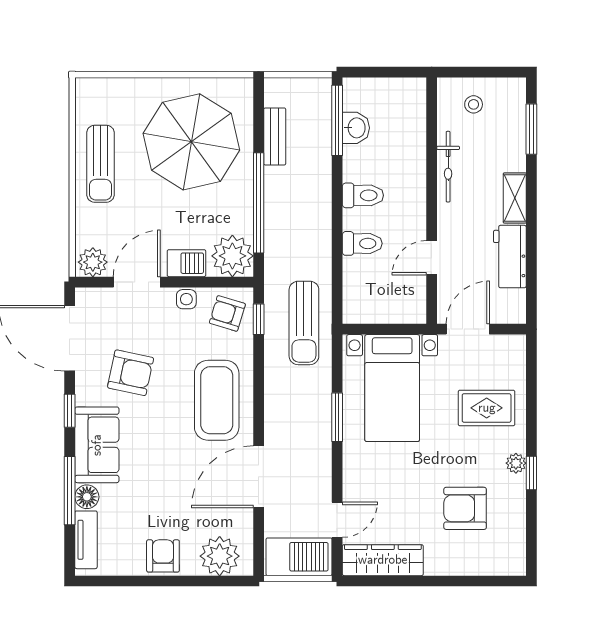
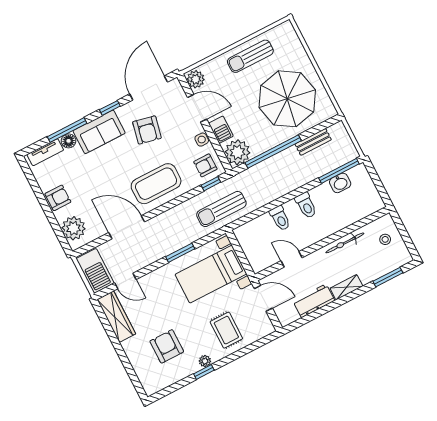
armchair: (227, 313) -> (205, 165), turned -107

